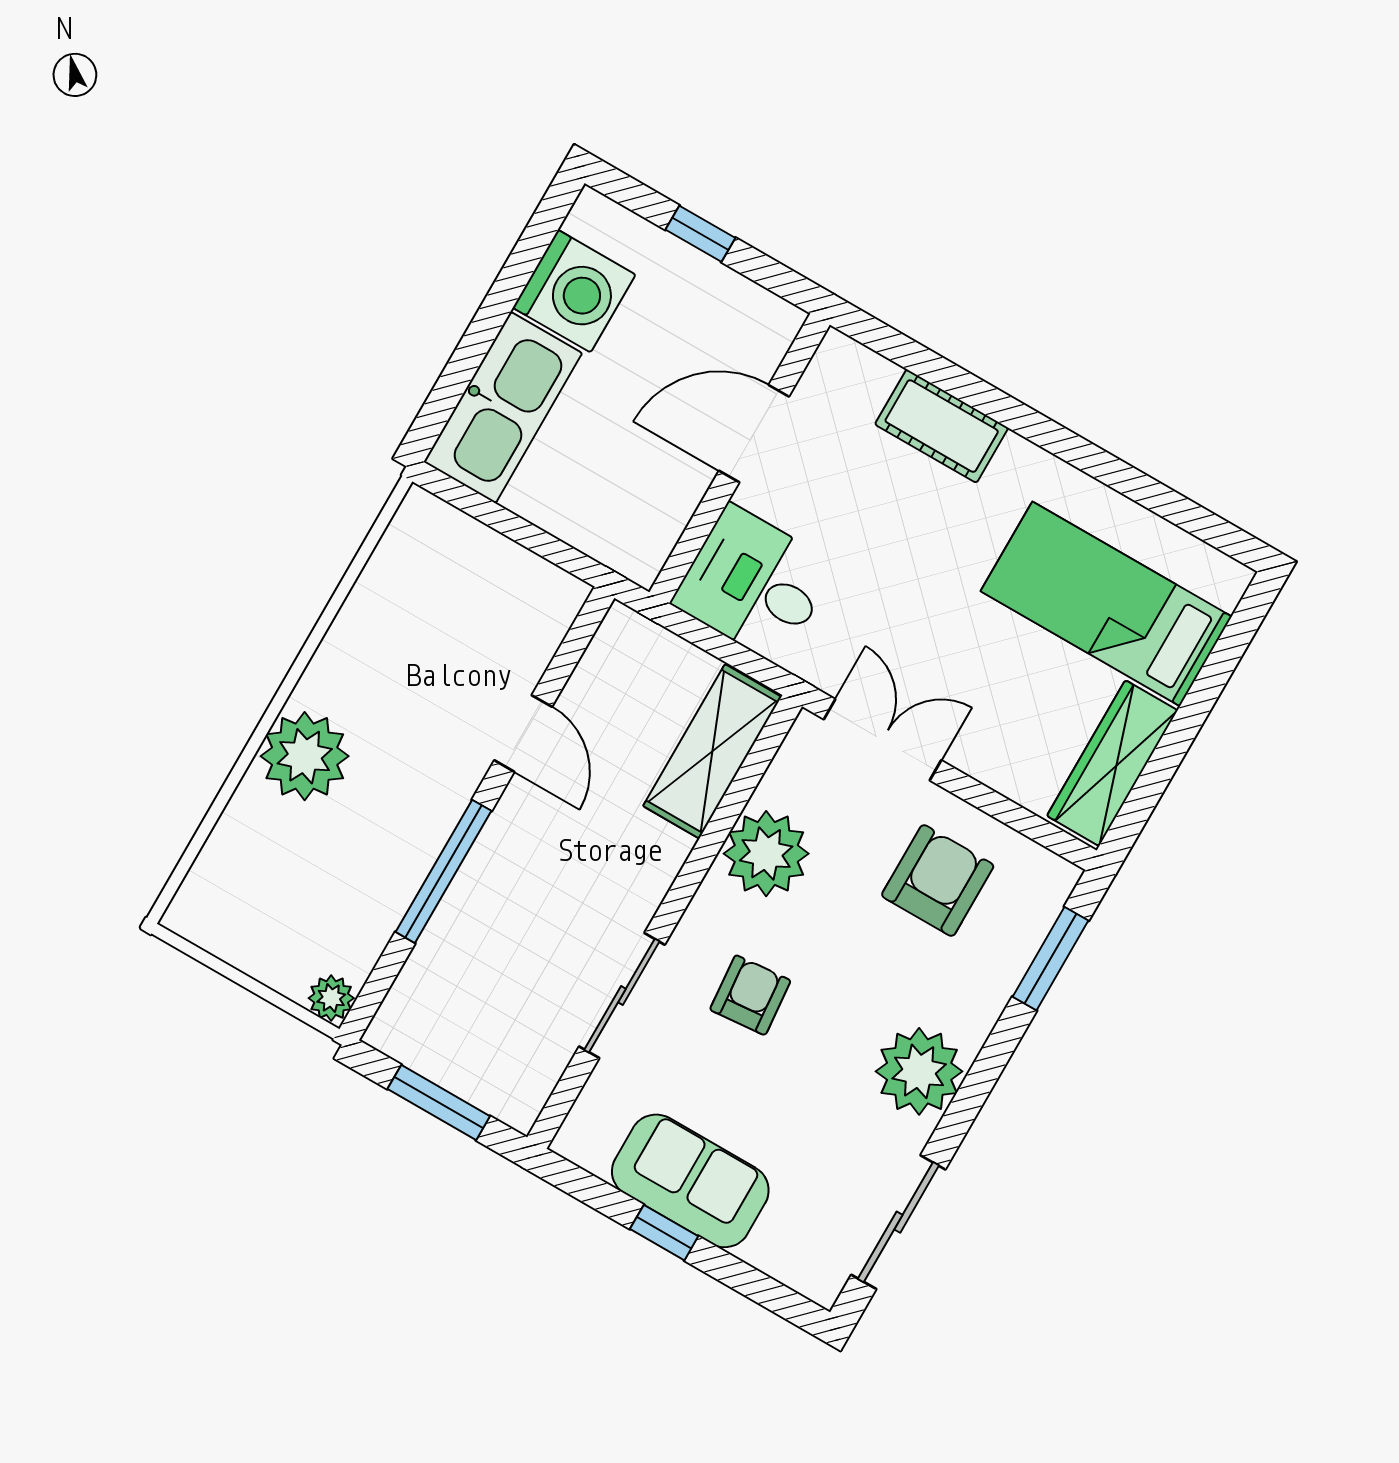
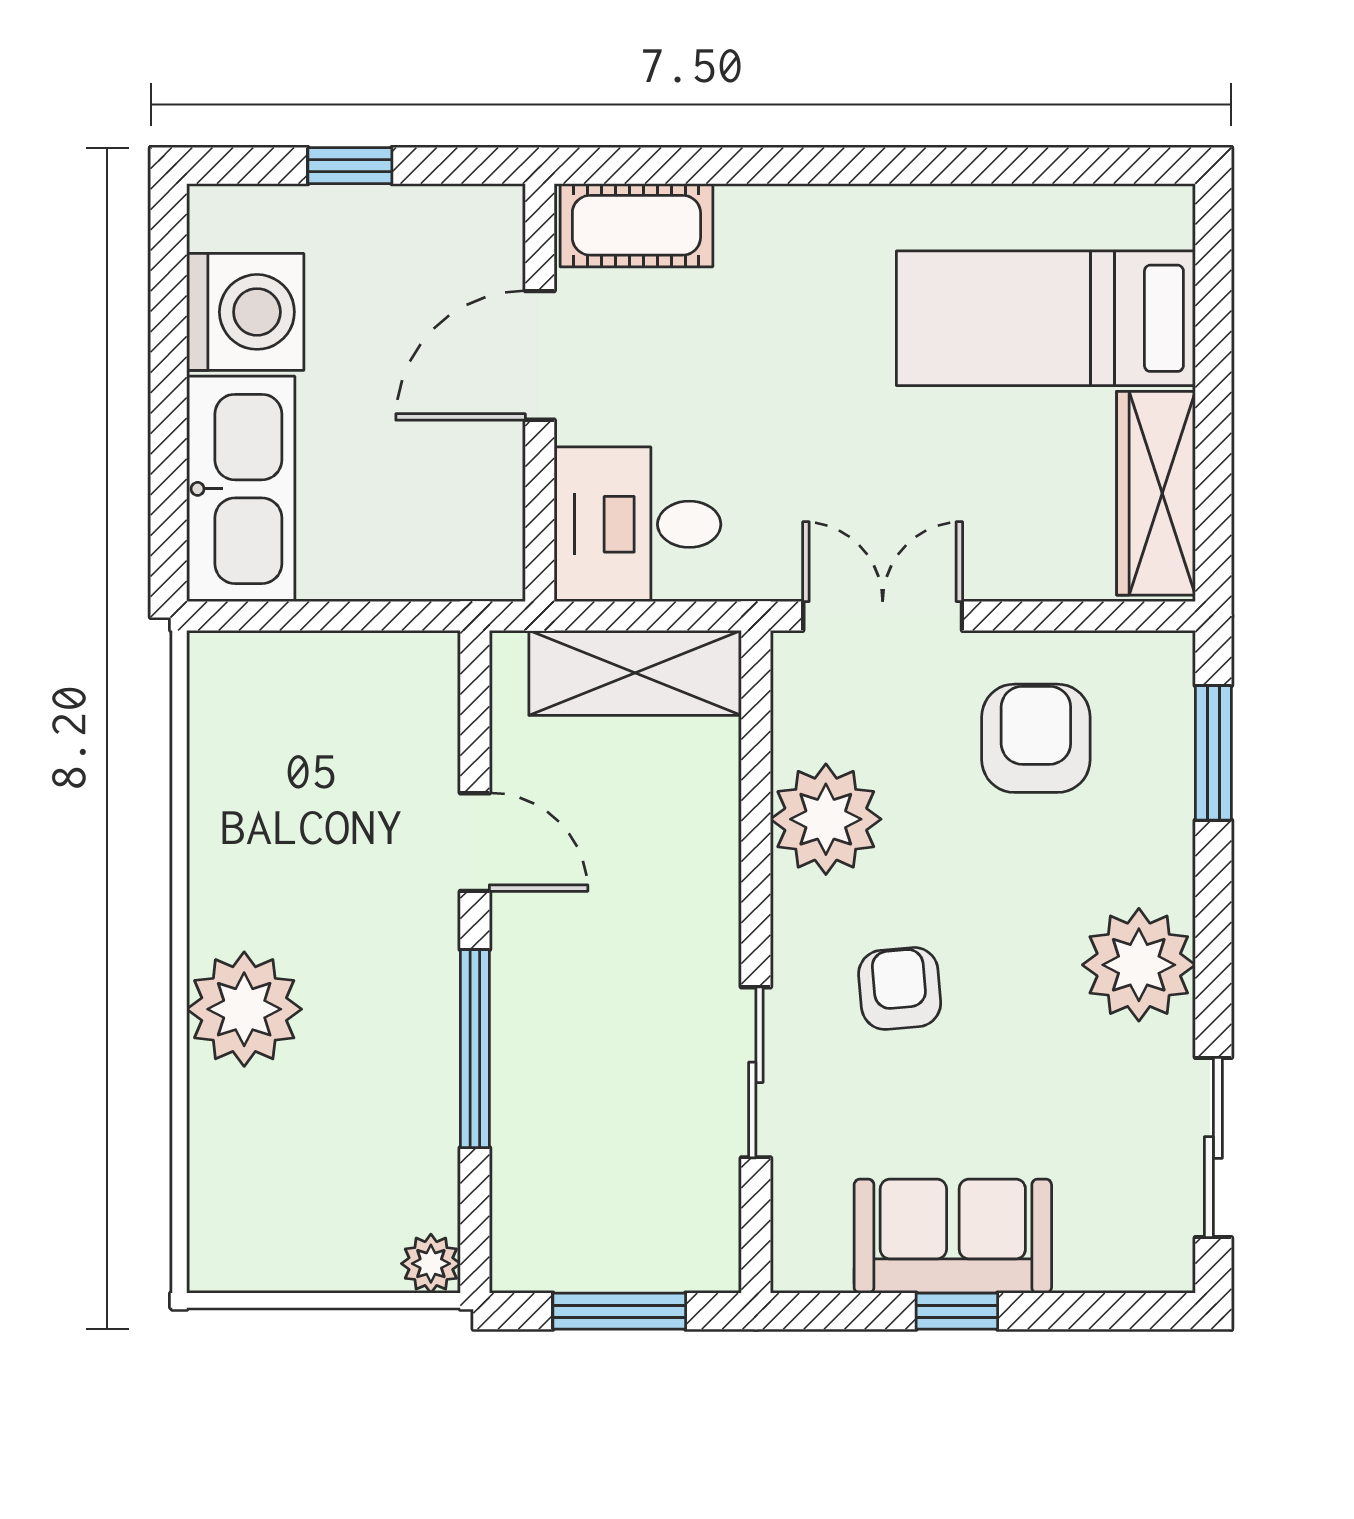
cot: (942, 426) -> (636, 225), moved
shelving: (712, 751) -> (635, 673), moved, turned 90

